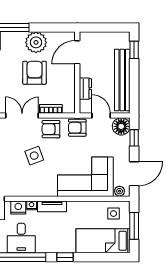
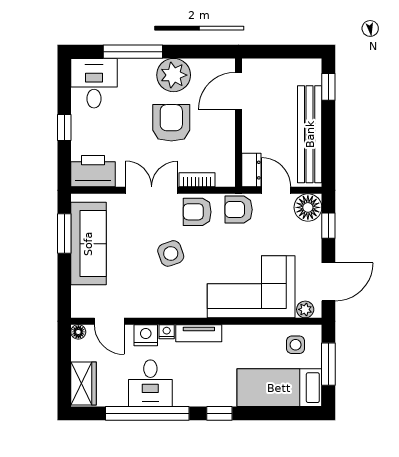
dresser: (85, 89) -> (251, 170), moved

